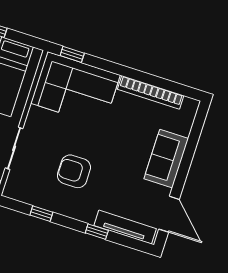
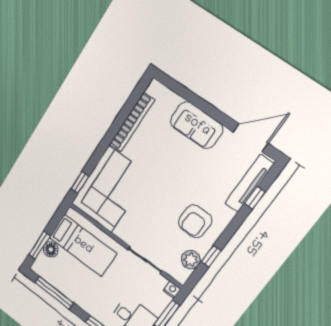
armchair: (74, 171) -> (195, 221), moved
plant: (31, 195) -> (191, 260), added
window: (97, 232) -> (255, 198), moved

